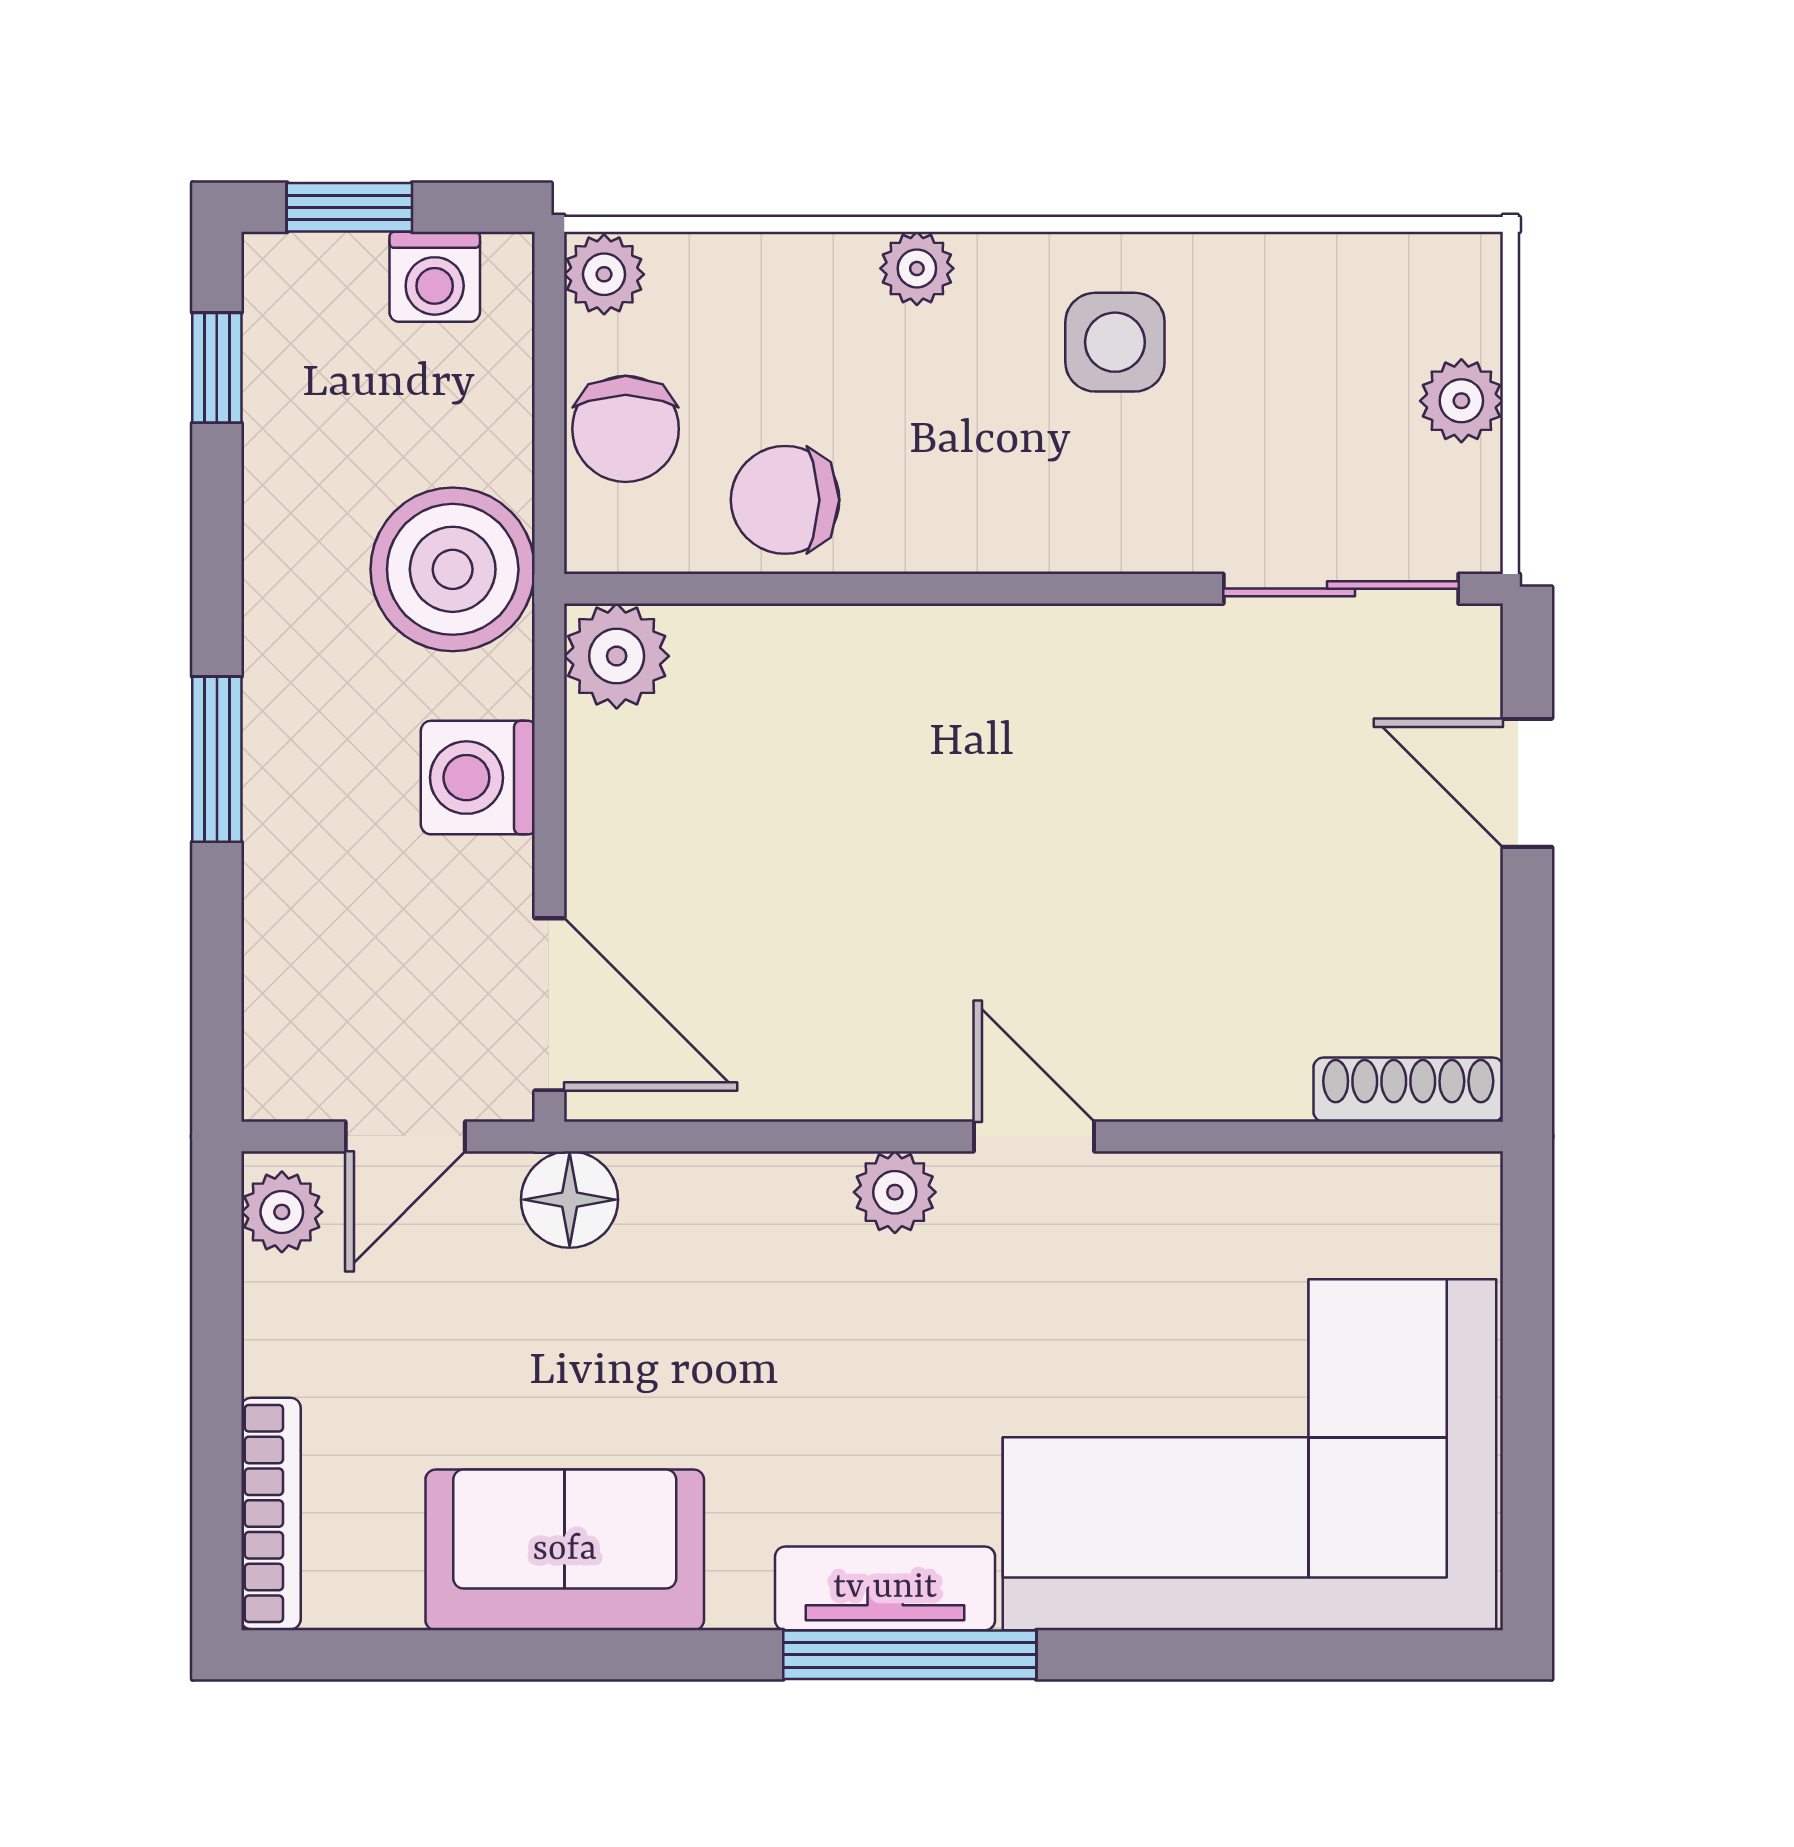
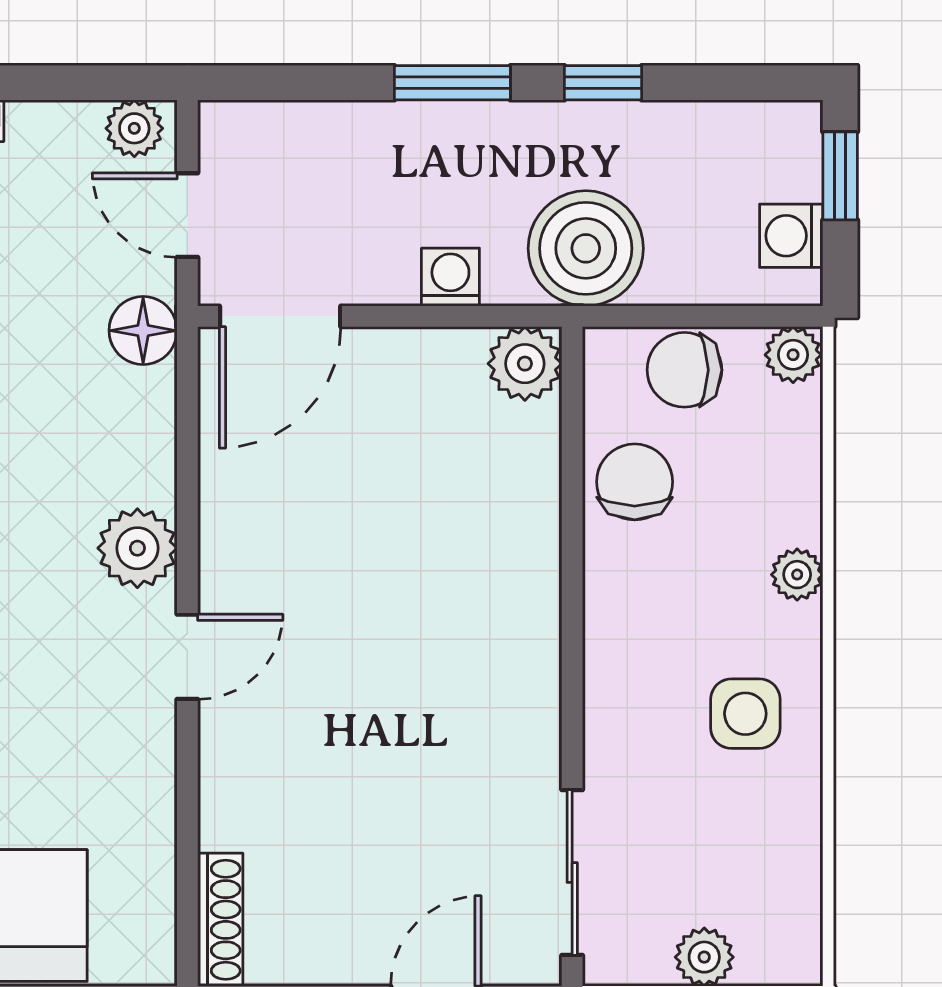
window: (217, 368) -> (603, 83), moved
washing machine: (478, 778) -> (450, 277), width x0.73, depth x0.73
plant: (895, 1192) -> (137, 548), width x1.38, depth x1.38

